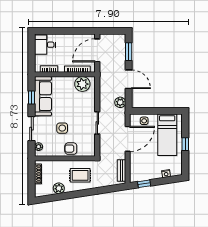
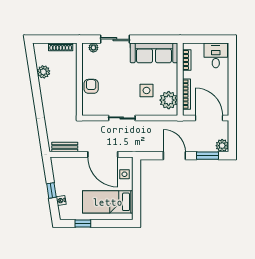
door: (129, 79) -> (174, 156), swing flipped
window: (31, 98) -> (152, 39), removed
plant: (120, 102) -> (222, 146), moved
side table: (62, 128) -> (147, 90), moved
window: (185, 144) -> (83, 224), moved
rug: (80, 175) -> (59, 98), removed
window: (144, 184) -> (51, 190), moved

